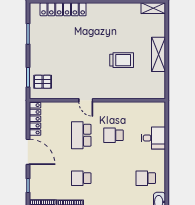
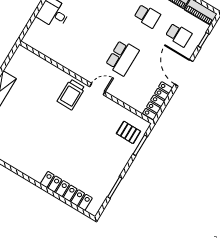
trolley: (122, 60) -> (71, 94), moved, turned -90
door: (86, 100) -> (97, 89), hinge flipped
school desk: (114, 135) -> (179, 35), moved

